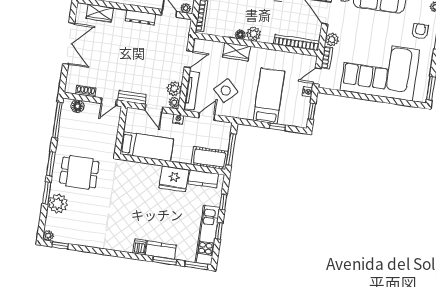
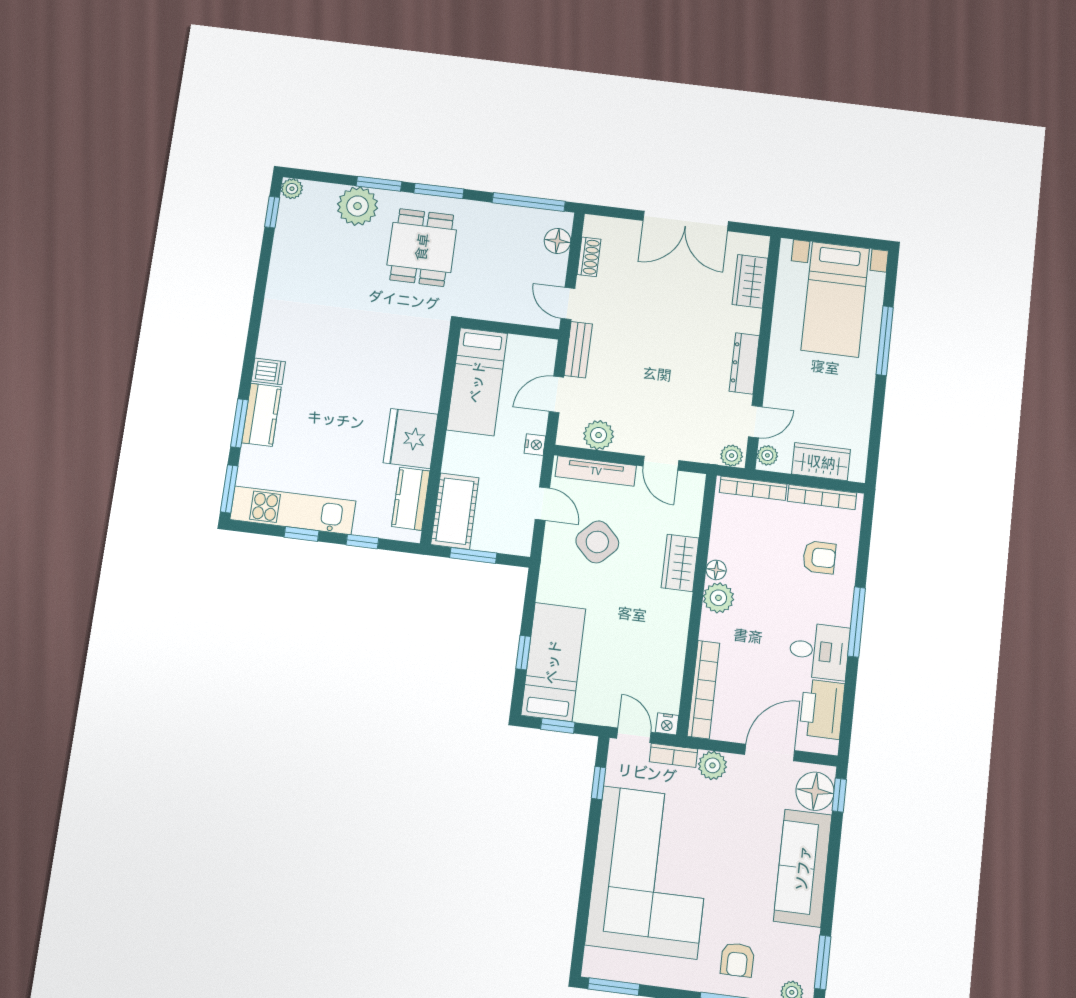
armchair: (420, 31) -> (737, 960), turned 90
nightstand: (308, 92) -> (667, 724), moved
window: (339, 93) -> (598, 783), added
bed: (269, 96) -> (553, 662), moved, turned -90
plant: (174, 102) -> (732, 456), moved
window: (231, 150) -> (473, 555), width x0.69

